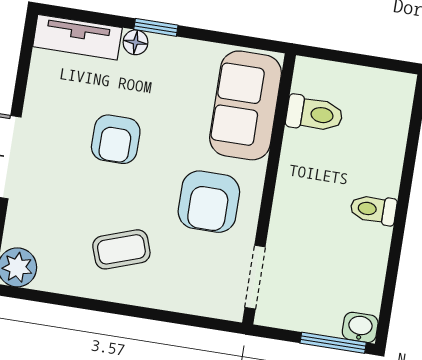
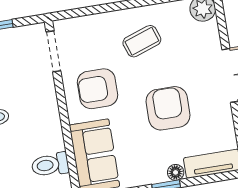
armchair: (116, 139) -> (168, 108), width x1.38, depth x1.38
armchair: (209, 202) -> (98, 89), turned -90

